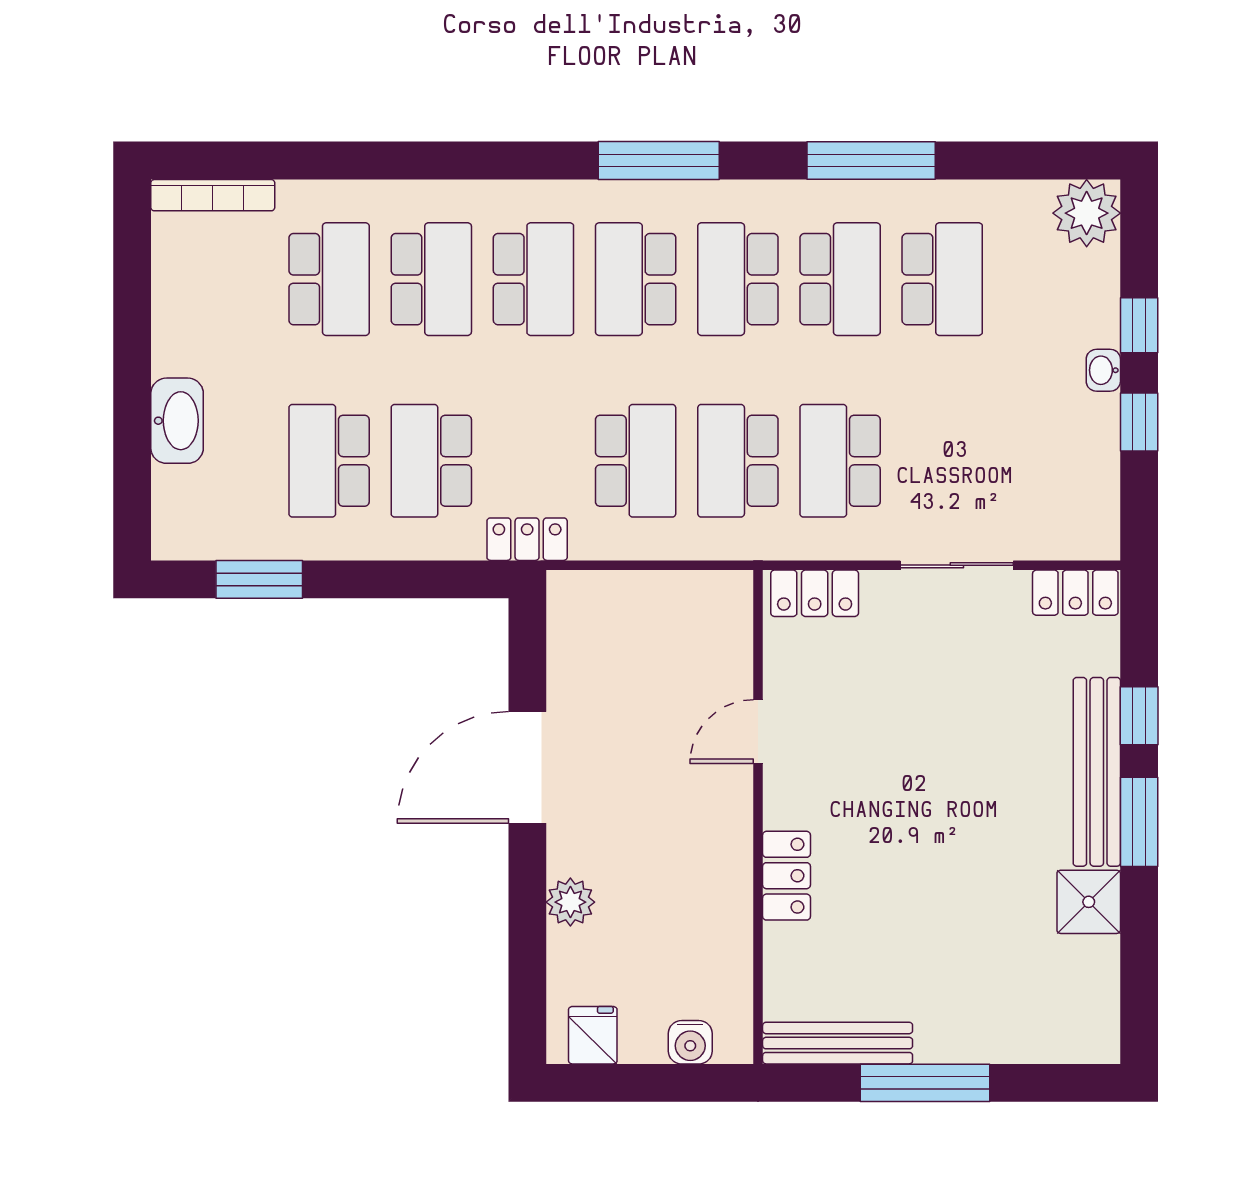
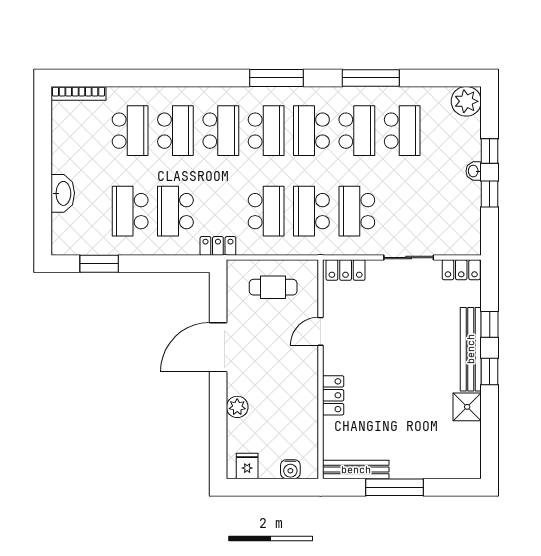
school desk: (636, 279) -> (266, 131), turned 180
cafe table: (651, 632) -> (273, 287), added
window: (1139, 822) -> (490, 371), width x0.67

